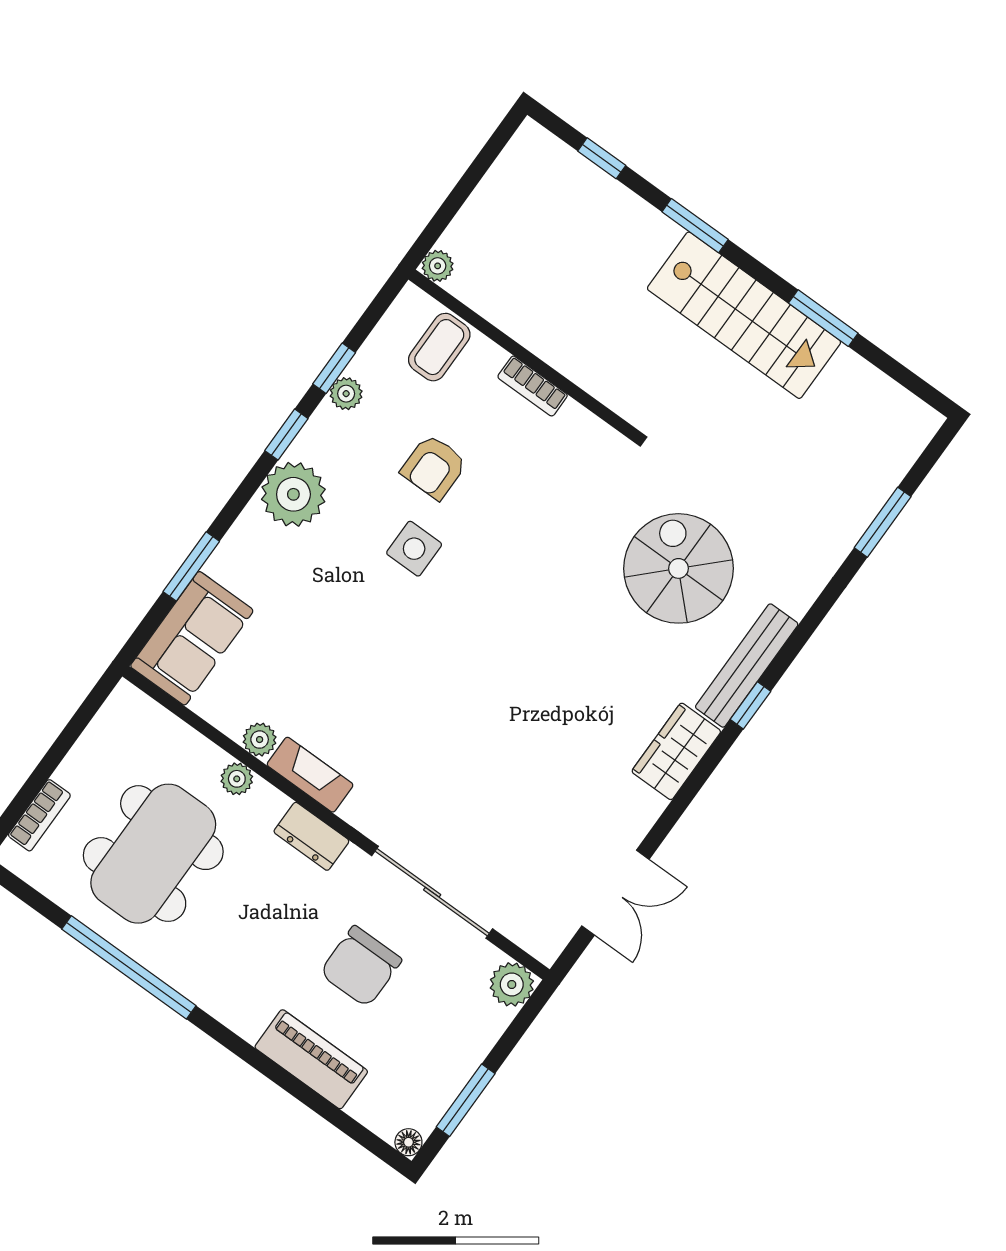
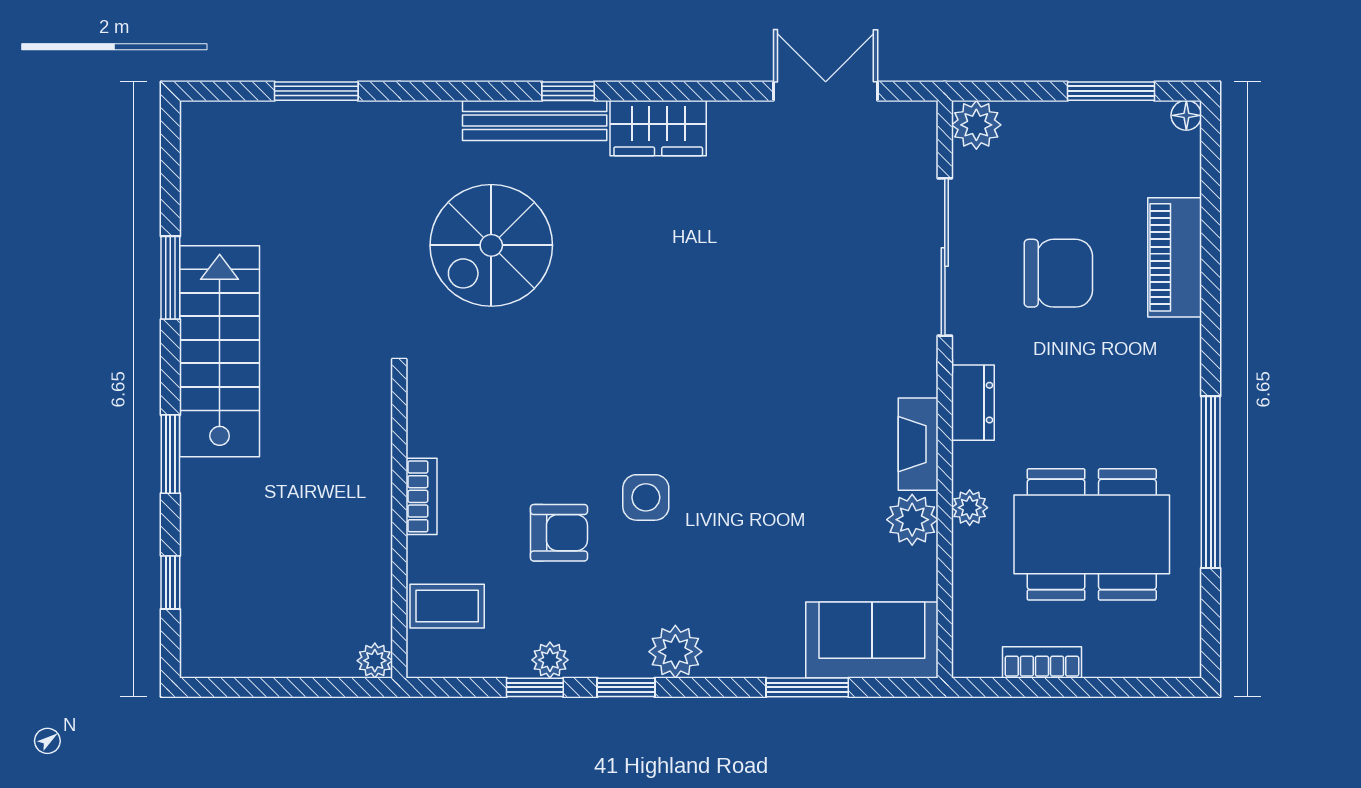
plant: (293, 494) -> (675, 652), width x0.73, depth x0.73
plant: (260, 740) -> (912, 520), width x1.38, depth x1.38
bookcase: (39, 815) -> (1042, 662), moved

